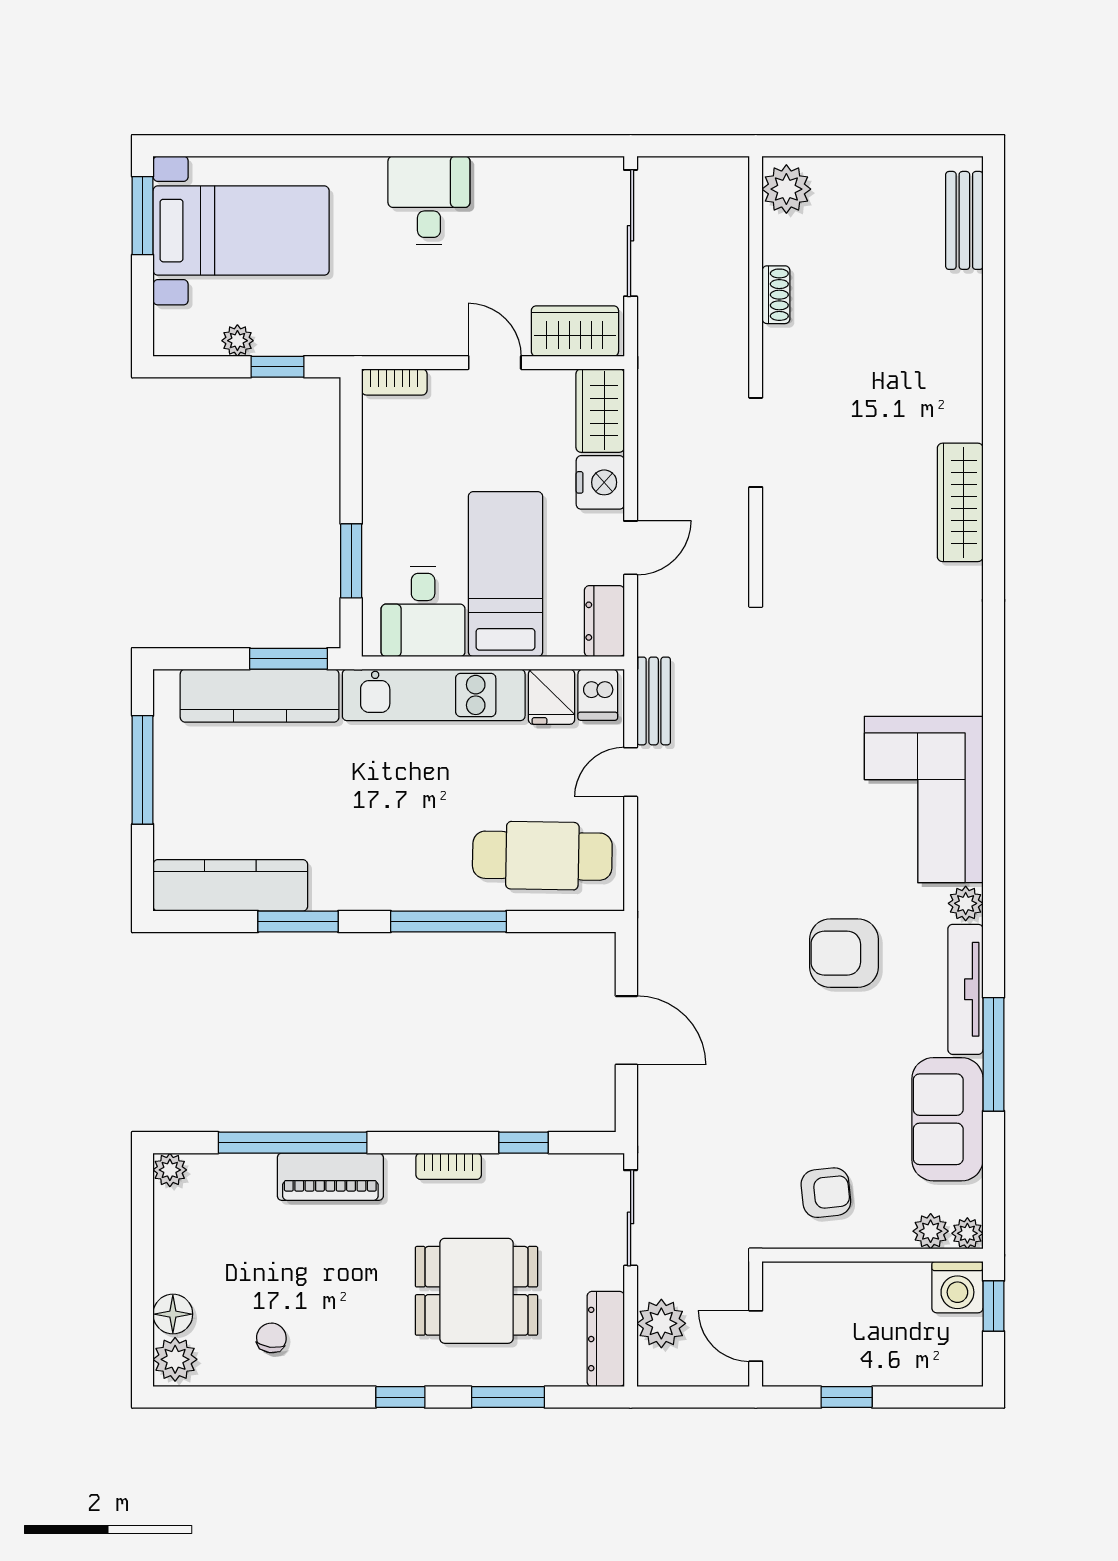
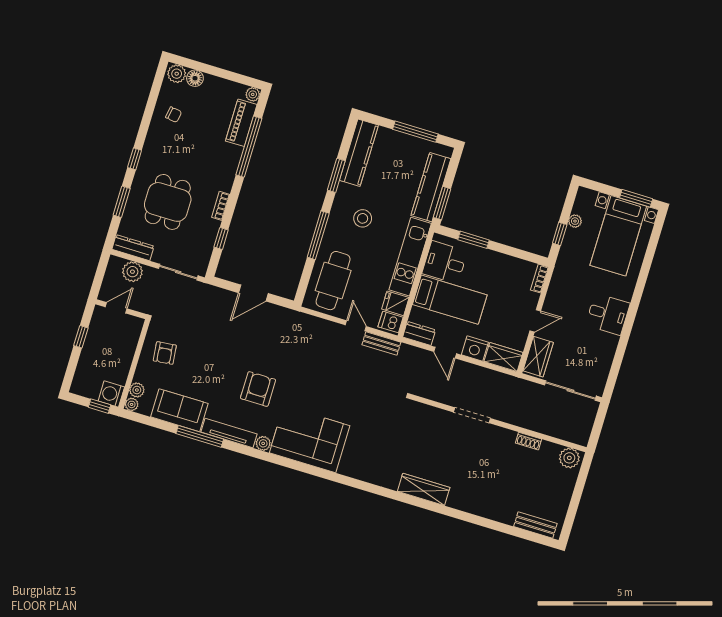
stool: (379, 831) -> (363, 218), added
piano: (330, 1177) -> (241, 123), moved

